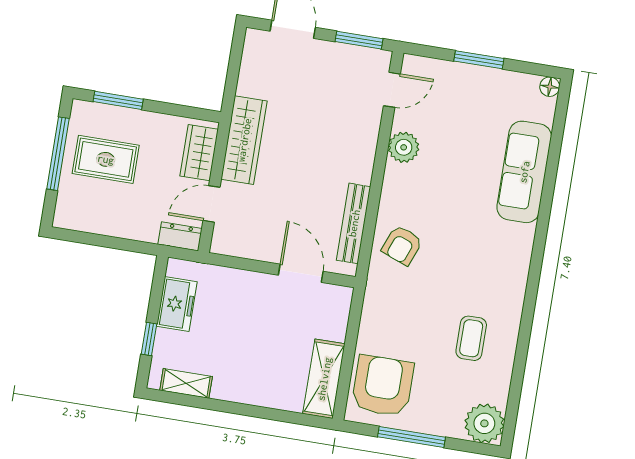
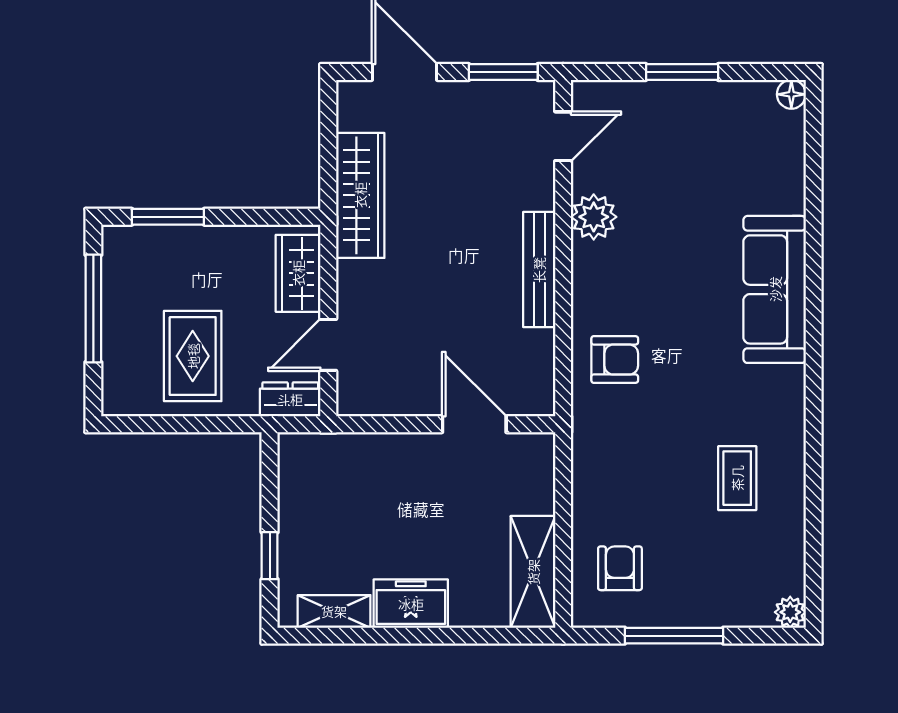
wardrobe: (244, 140) -> (360, 195), moved
rug: (106, 159) -> (193, 356), moved, turned 90
sofa: (524, 172) -> (775, 289), moved
bench: (354, 223) -> (539, 270), moved
armchair: (402, 245) -> (615, 360), turned -111
freezer: (177, 304) -> (411, 604), moved, turned -90
armchair: (383, 386) -> (620, 568), width x0.53, depth x0.53
plant: (484, 423) -> (790, 612), width x0.53, depth x0.53

